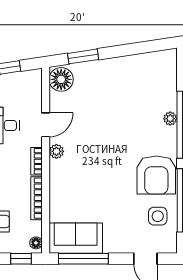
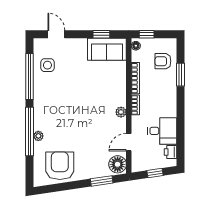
door: (46, 125) -> (129, 142), moved
armchair: (156, 175) -> (60, 166), moved
window: (83, 259) -> (101, 34), width x0.46

